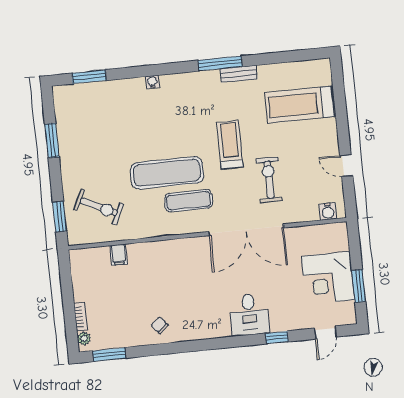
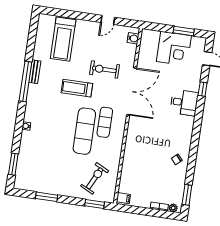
window: (220, 64) -> (25, 82), width x1.46
filing cabinet: (119, 255) -> (123, 198), moved

